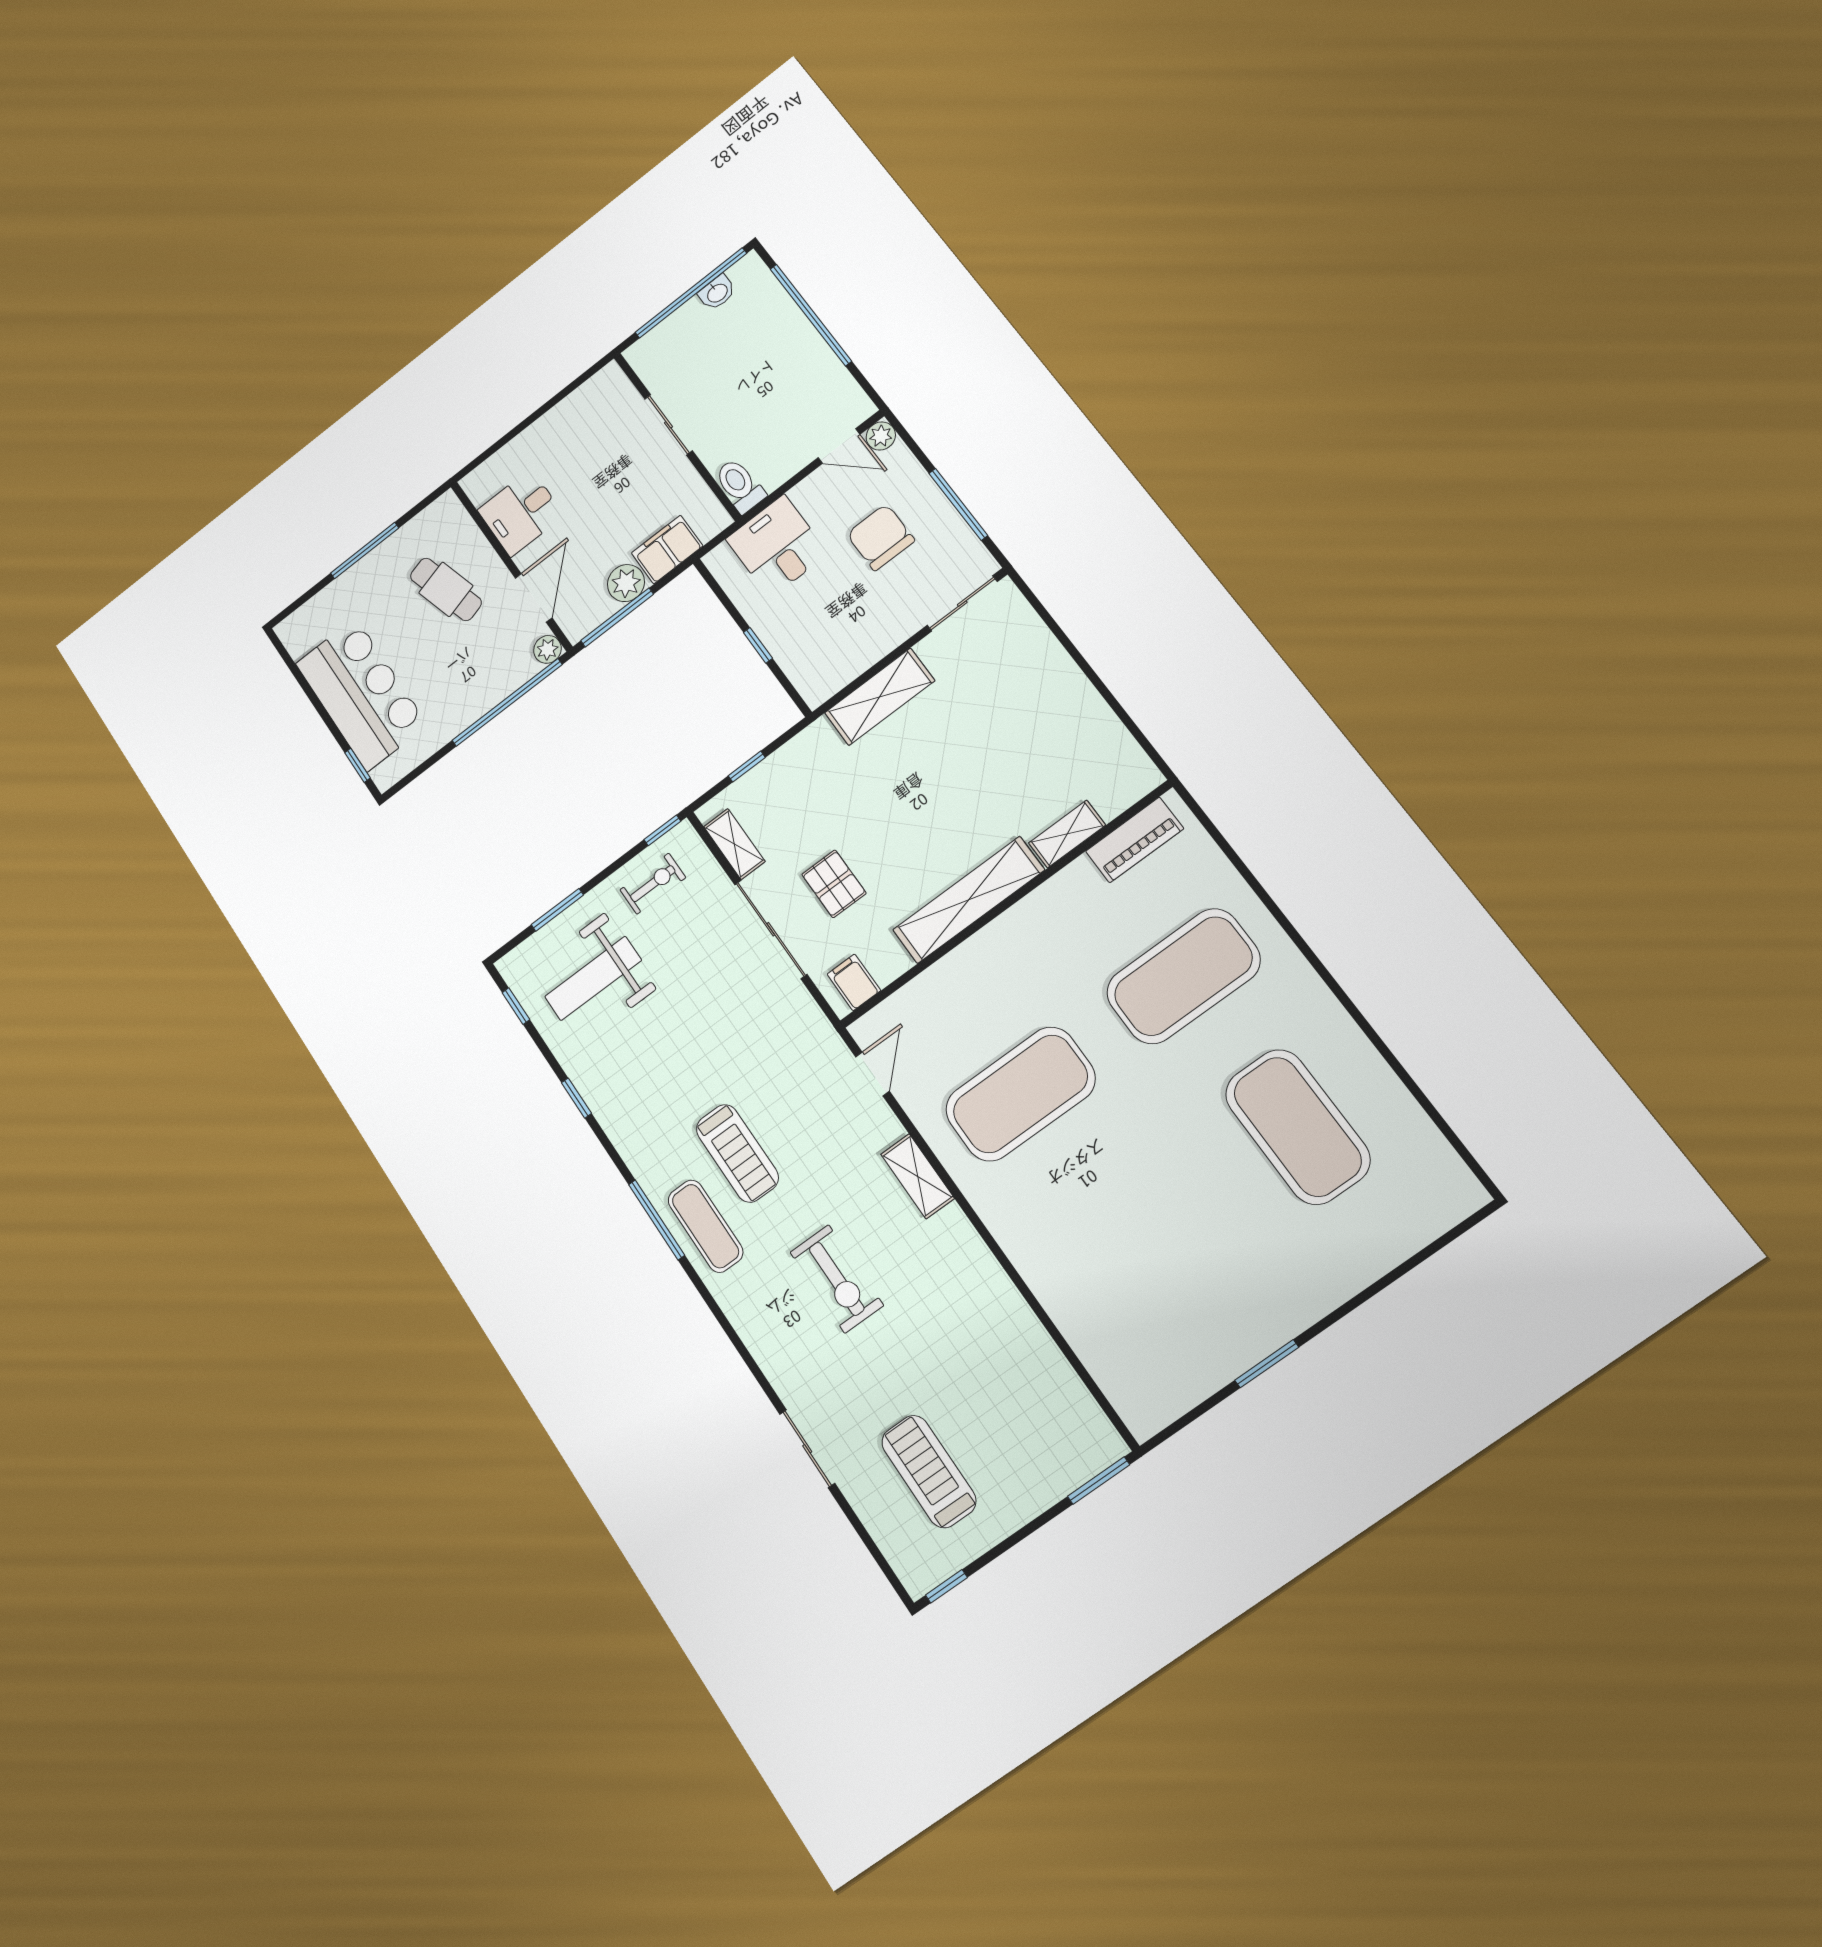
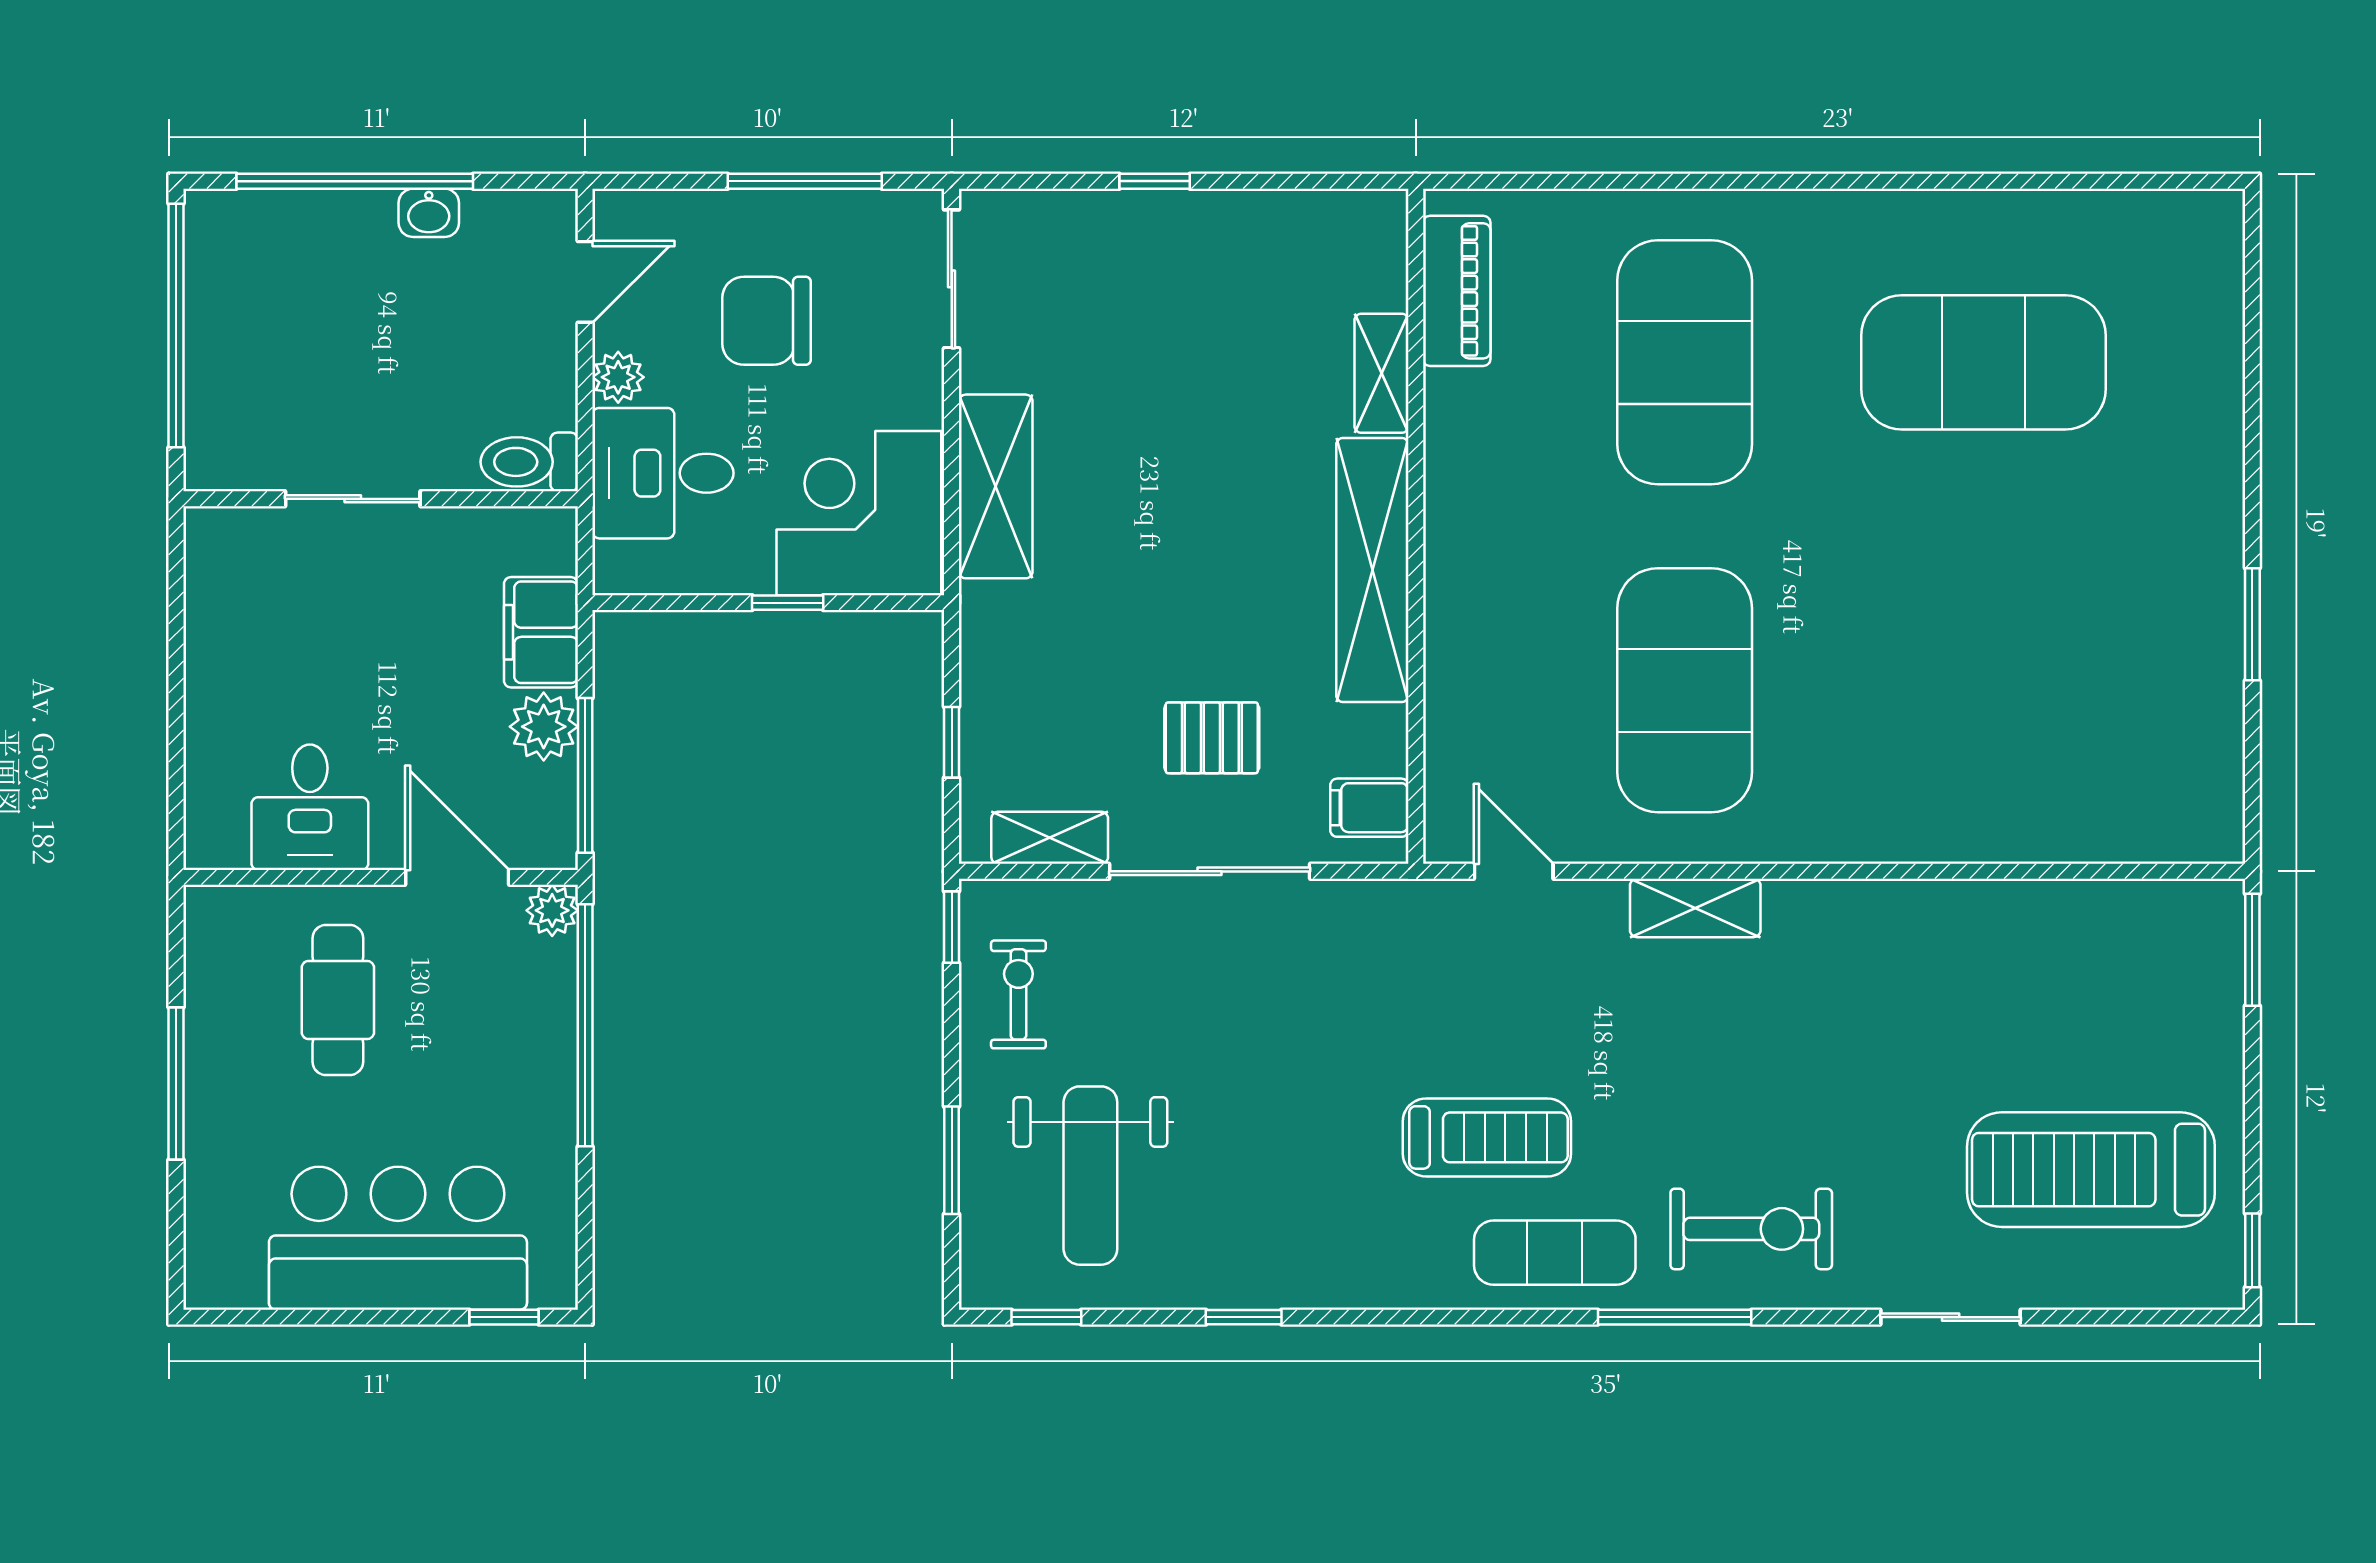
washbasin: (717, 293) -> (429, 213), moved, turned 90
plant: (881, 436) -> (618, 377), moved
cafe table: (446, 589) -> (338, 1000), turned -74
corner desk: (822, 645) -> (859, 513), added
window: (1079, 660) -> (1155, 181), added
window: (657, 1220) -> (1675, 1317), moved
exercise bike: (837, 1279) -> (1751, 1229), moved
treadmill: (929, 1471) -> (2091, 1170), width x1.37, depth x1.38

